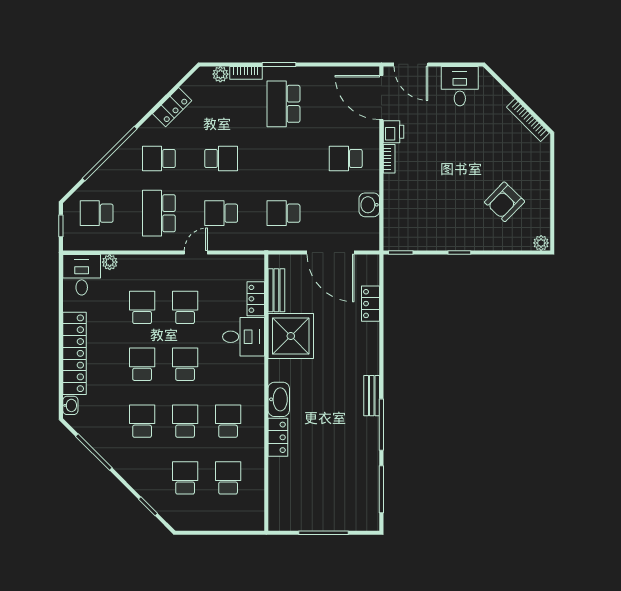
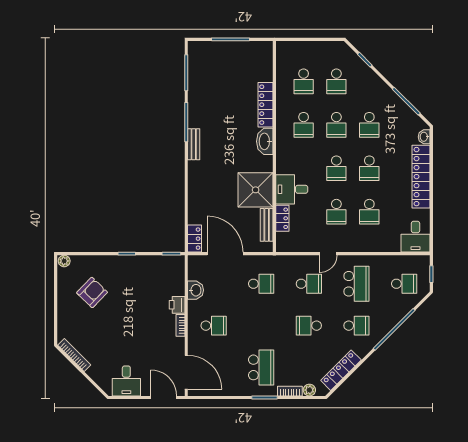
locker: (172, 107) -> (341, 370), width x1.53
printer: (393, 132) -> (177, 305), moved
plant: (110, 262) -> (394, 246), removed
locker: (370, 304) -> (195, 239), moved
locker: (278, 437) -> (265, 105), width x1.53

